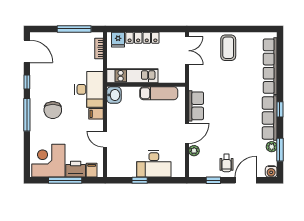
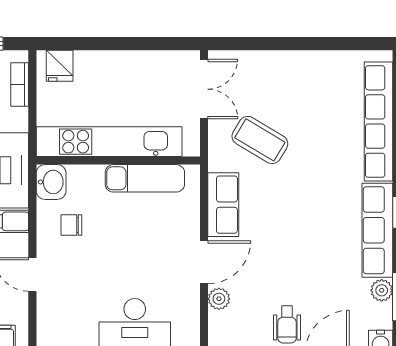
locker: (142, 38) -> (111, 62), removed
coffee table: (228, 48) -> (260, 140), moved, turned -59
kitchen unit: (132, 76) -> (109, 142), width x1.36
chair: (124, 115) -> (71, 225), added

